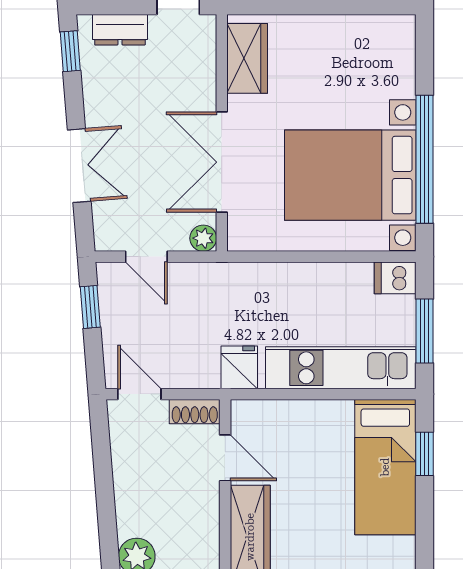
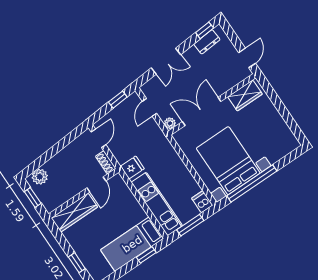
dresser: (120, 30) -> (207, 42), moved, turned -94

